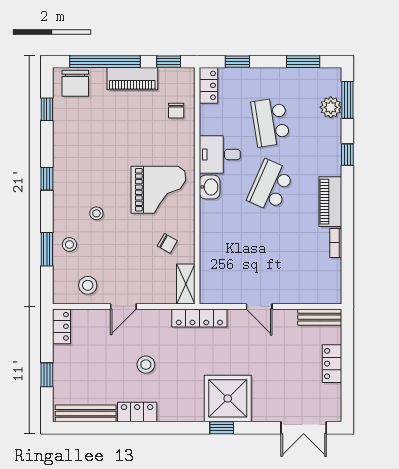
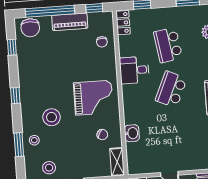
washbasin: (210, 187) -> (132, 133), moved
stool: (96, 213) -> (52, 117), width x1.89, depth x1.89

